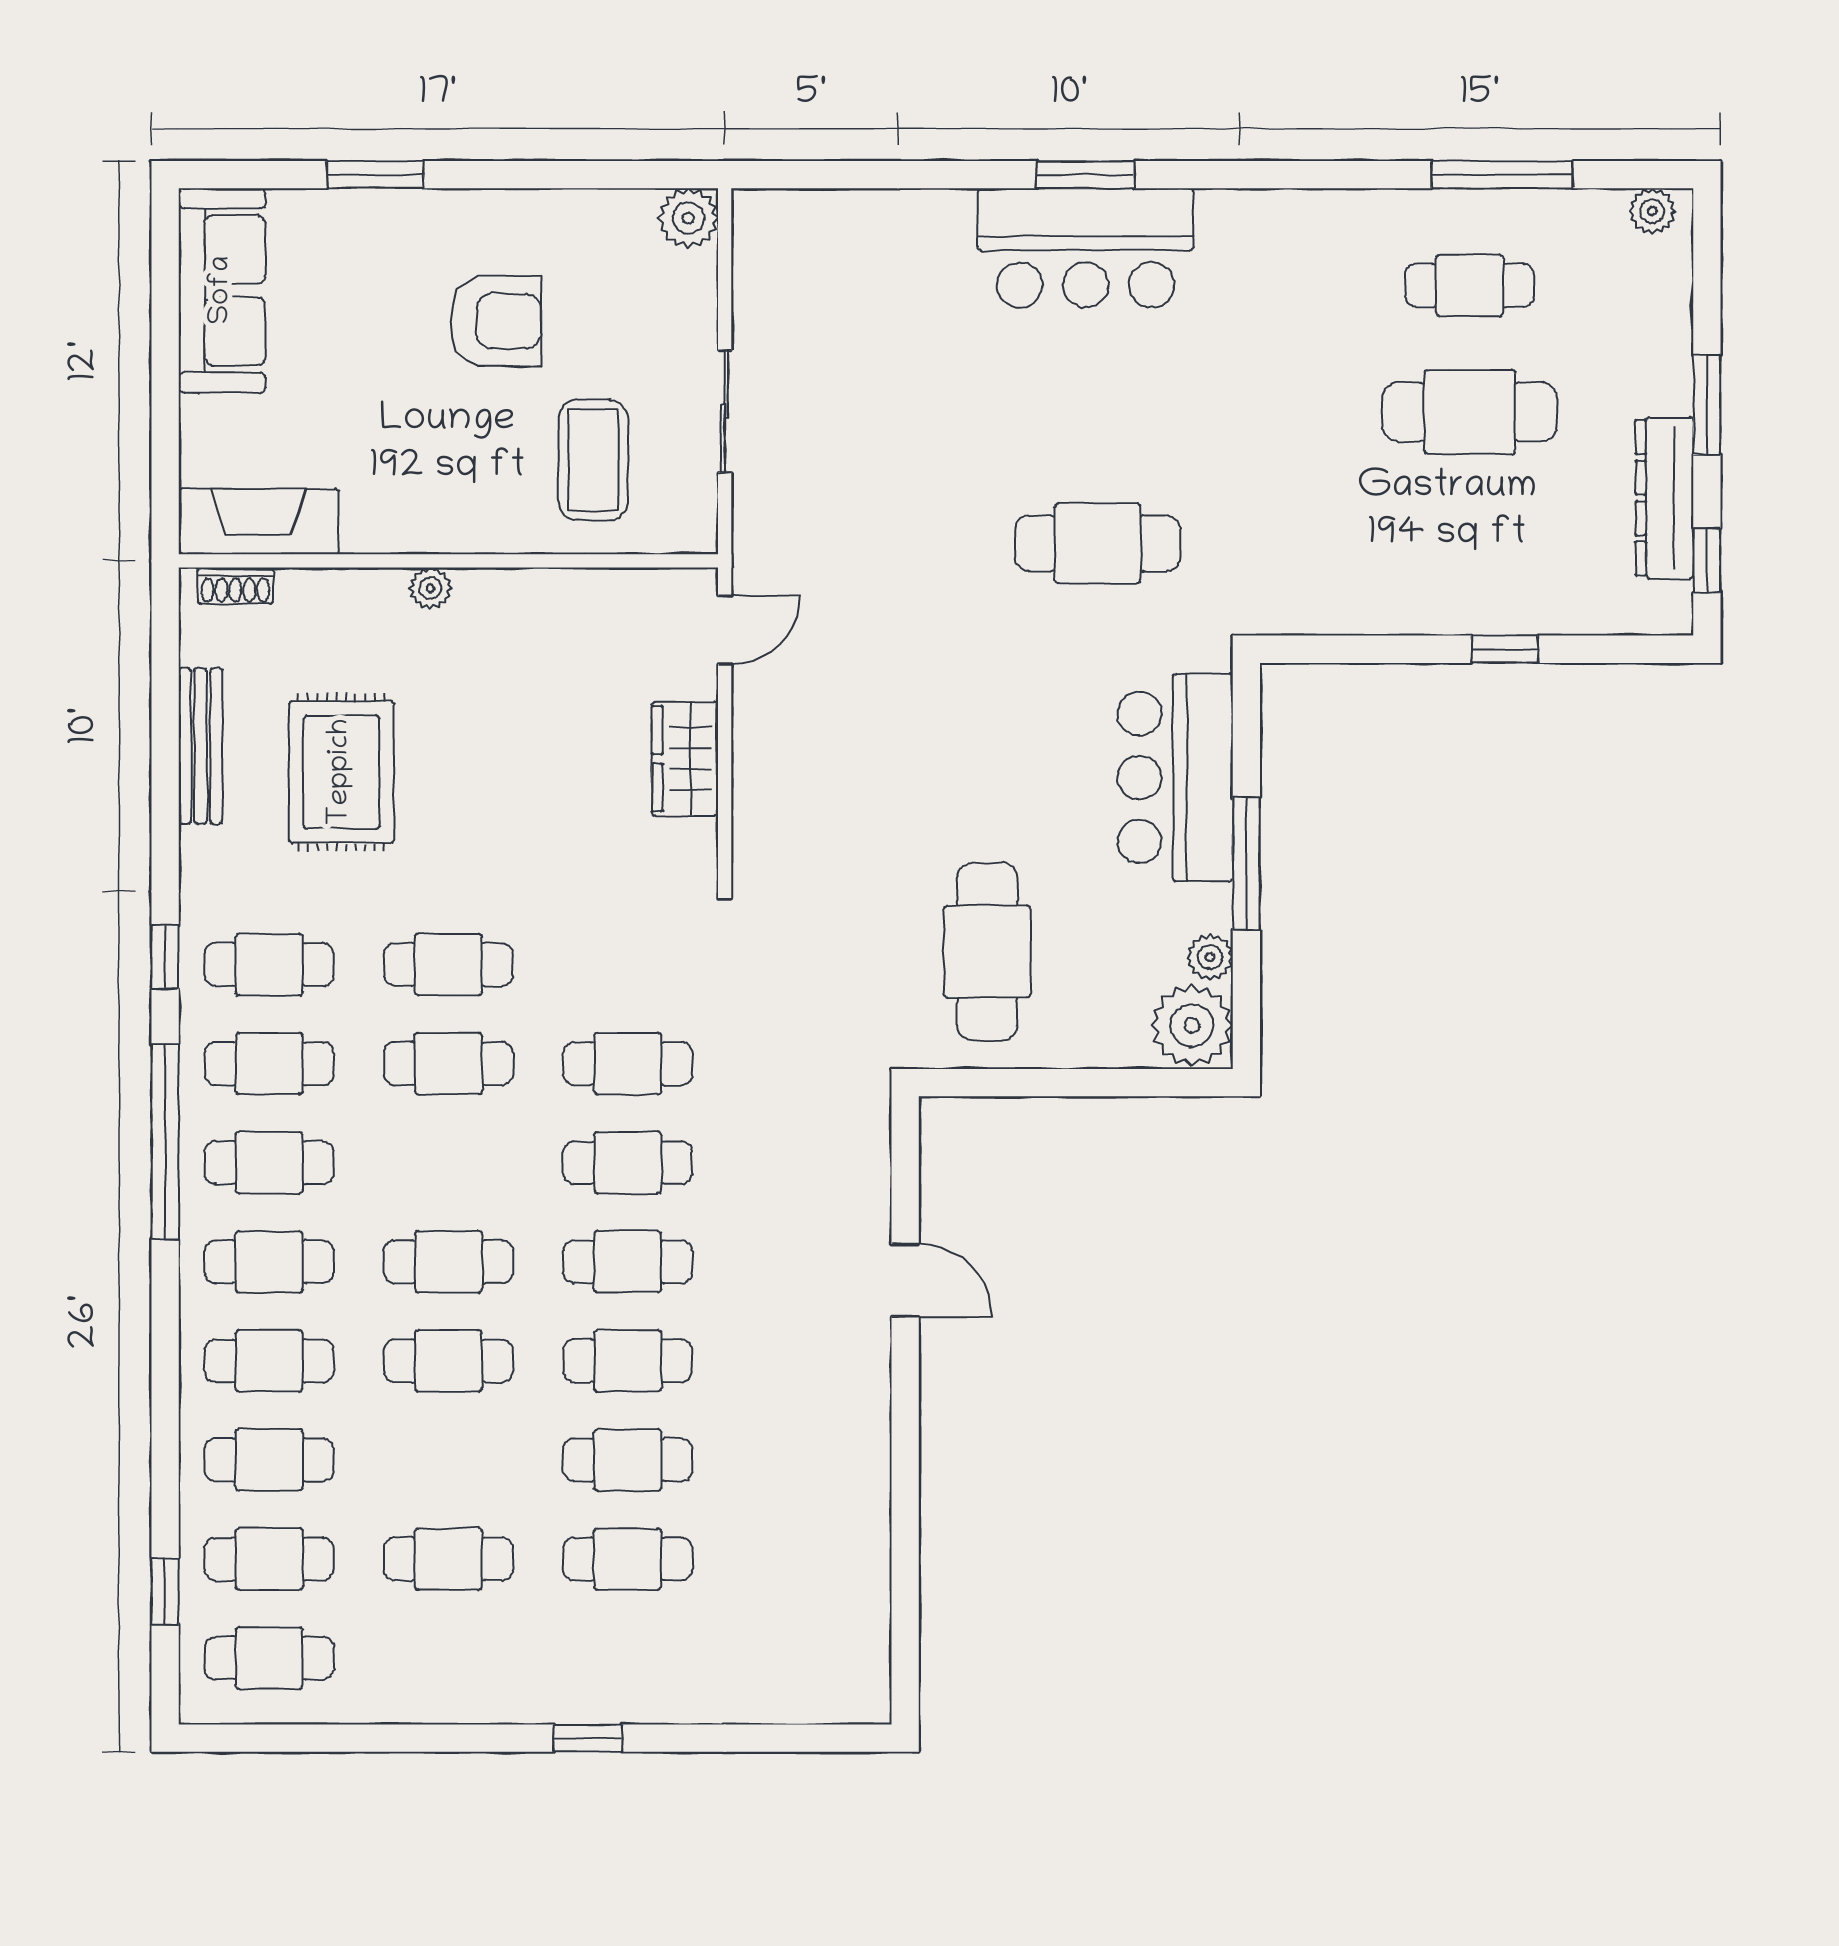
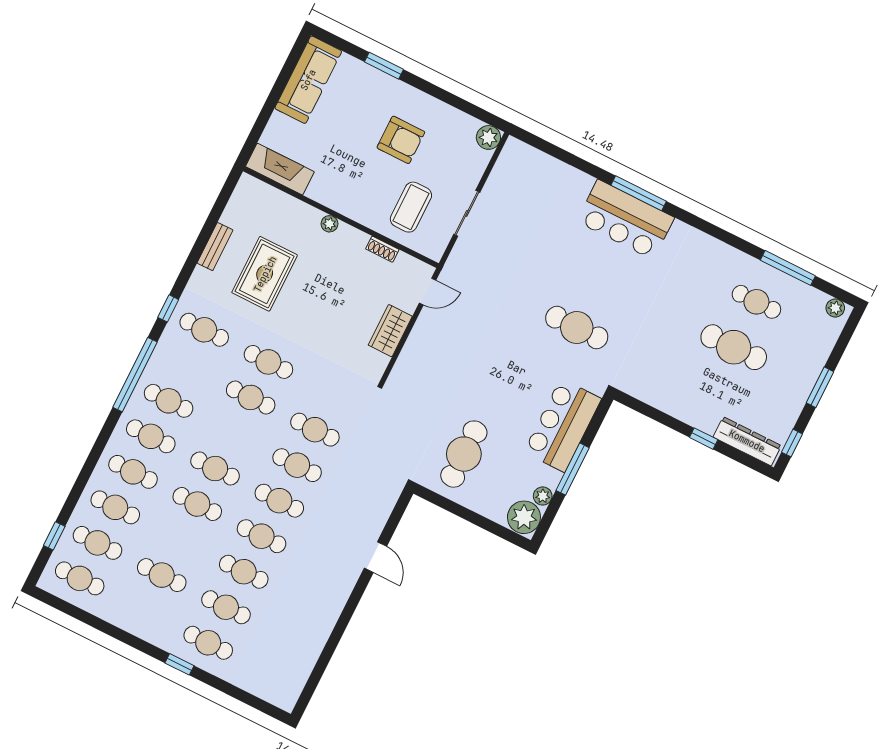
window: (1086, 175) -> (639, 193), width x1.44
dresser: (1664, 498) -> (747, 441), moved, turned 90
shoe rack: (235, 586) -> (382, 249), moved
bench: (200, 746) -> (215, 247), width x0.73
cafe table: (269, 1064) -> (208, 643), moved

